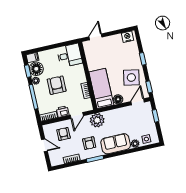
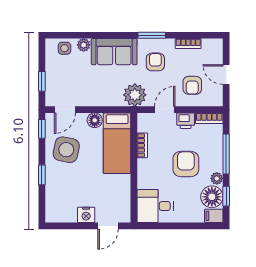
nightstand: (127, 37) -> (86, 215), moved
armchair: (57, 85) -> (186, 164), turned 180

